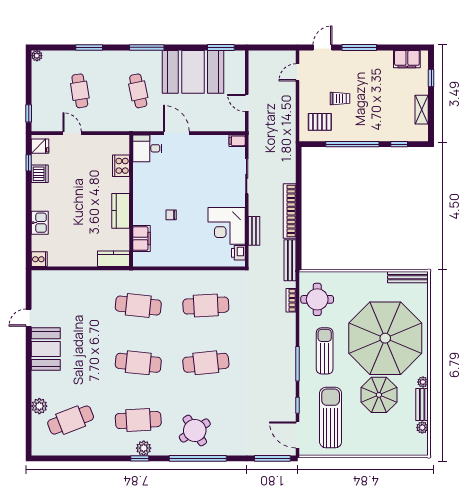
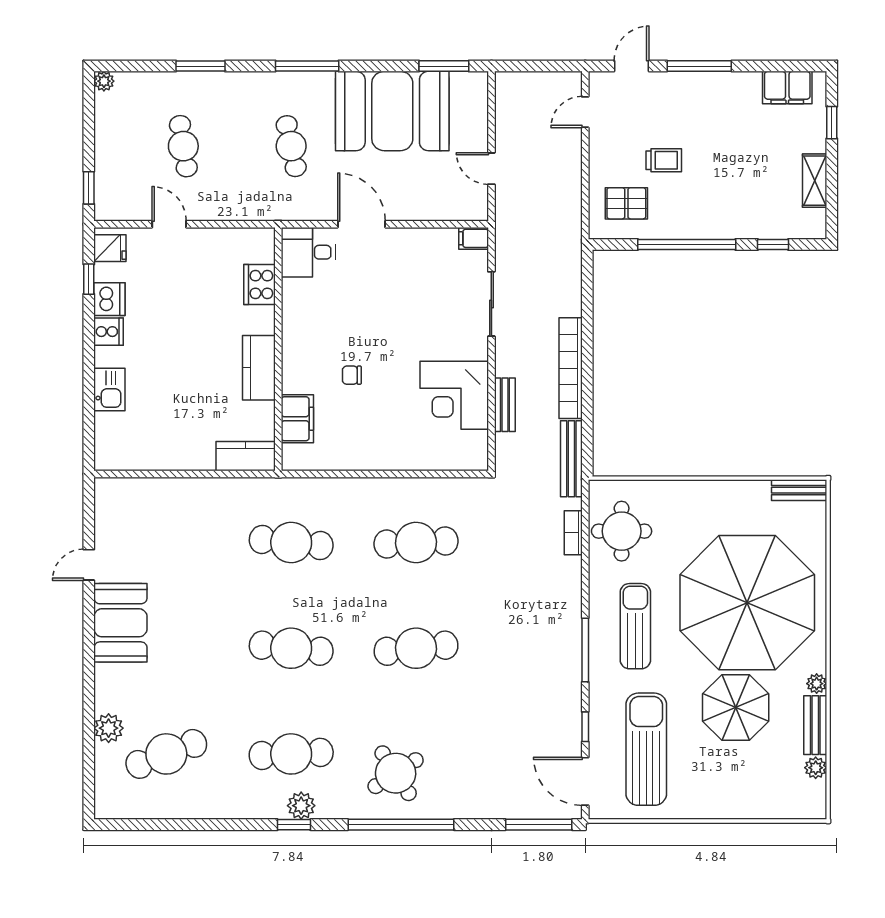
printer: (238, 253) -> (476, 445), removed
cooker: (39, 259) -> (109, 332), moved
bench: (408, 277) -> (799, 490), width x0.73

